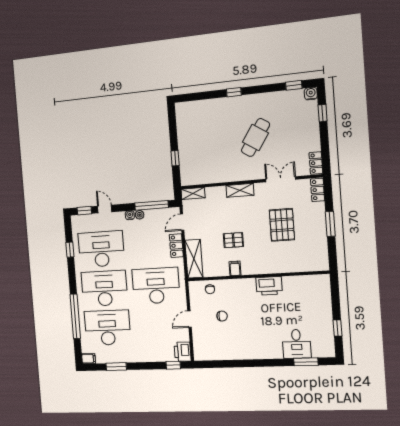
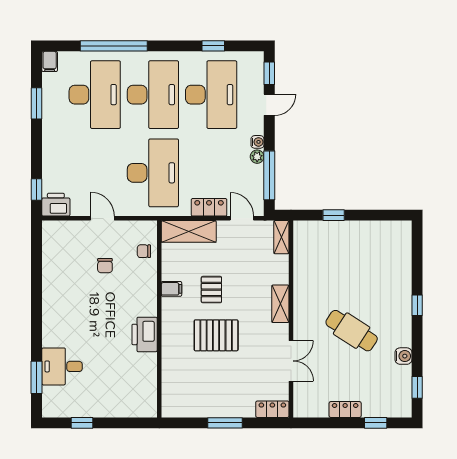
water cooler: (311, 94) -> (403, 356), moved
locker: (316, 163) -> (345, 410), moved
pallet: (282, 225) -> (216, 335), moved

